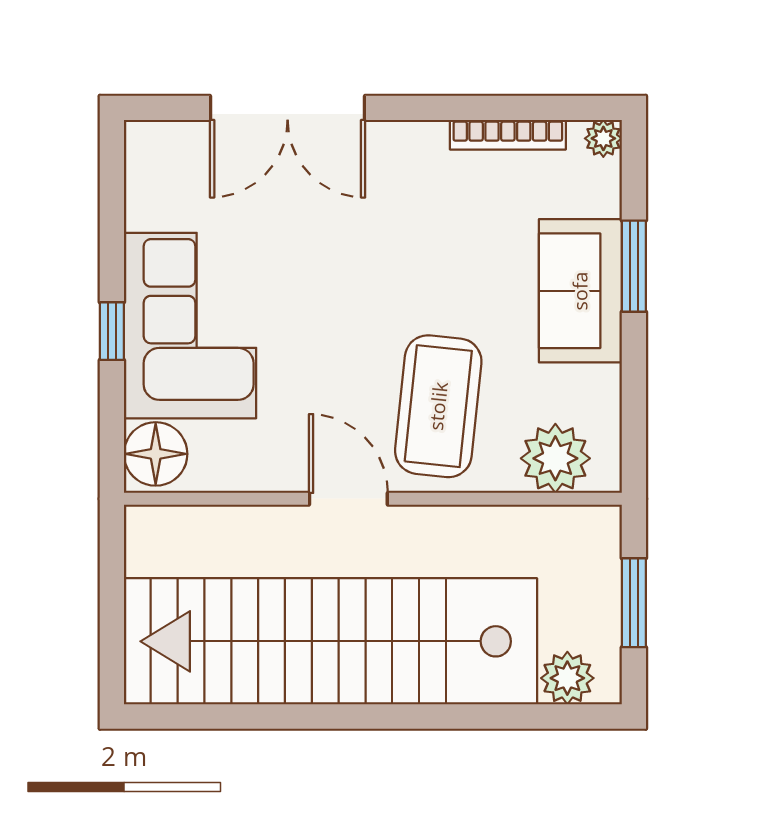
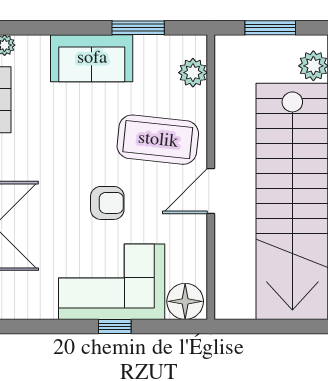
window: (634, 266) -> (138, 28), moved
armchair: (328, 318) -> (107, 203), added
plant: (555, 458) -> (193, 73), width x0.73, depth x0.73

